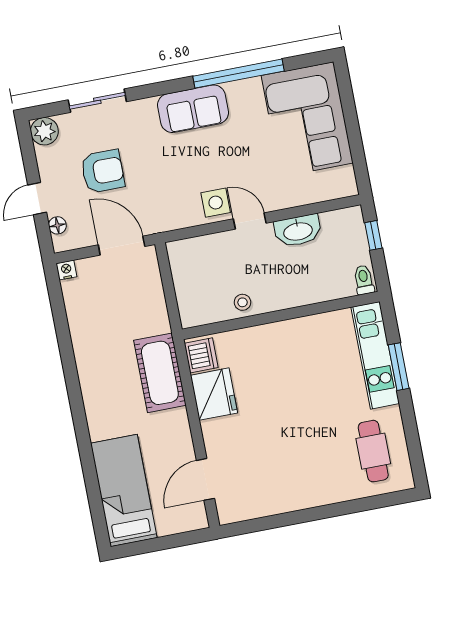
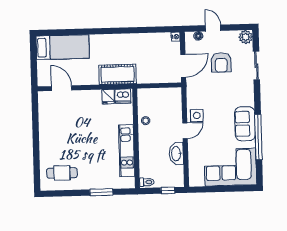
sofa: (193, 109) -> (245, 124), moved
kitchen unit: (375, 355) -> (127, 151), moved, turned -90
fridge: (214, 394) -> (108, 97), width x0.53, depth x0.75

